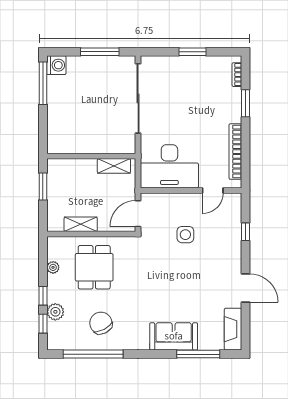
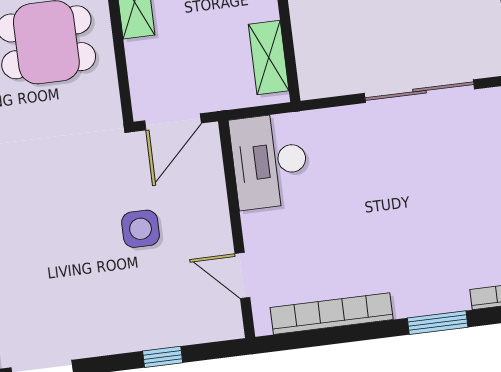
sliding door: (138, 98) -> (420, 91), width x0.73
desk: (169, 166) -> (270, 161), width x0.73, depth x0.77
door: (138, 214) -> (173, 122), swing flipped

